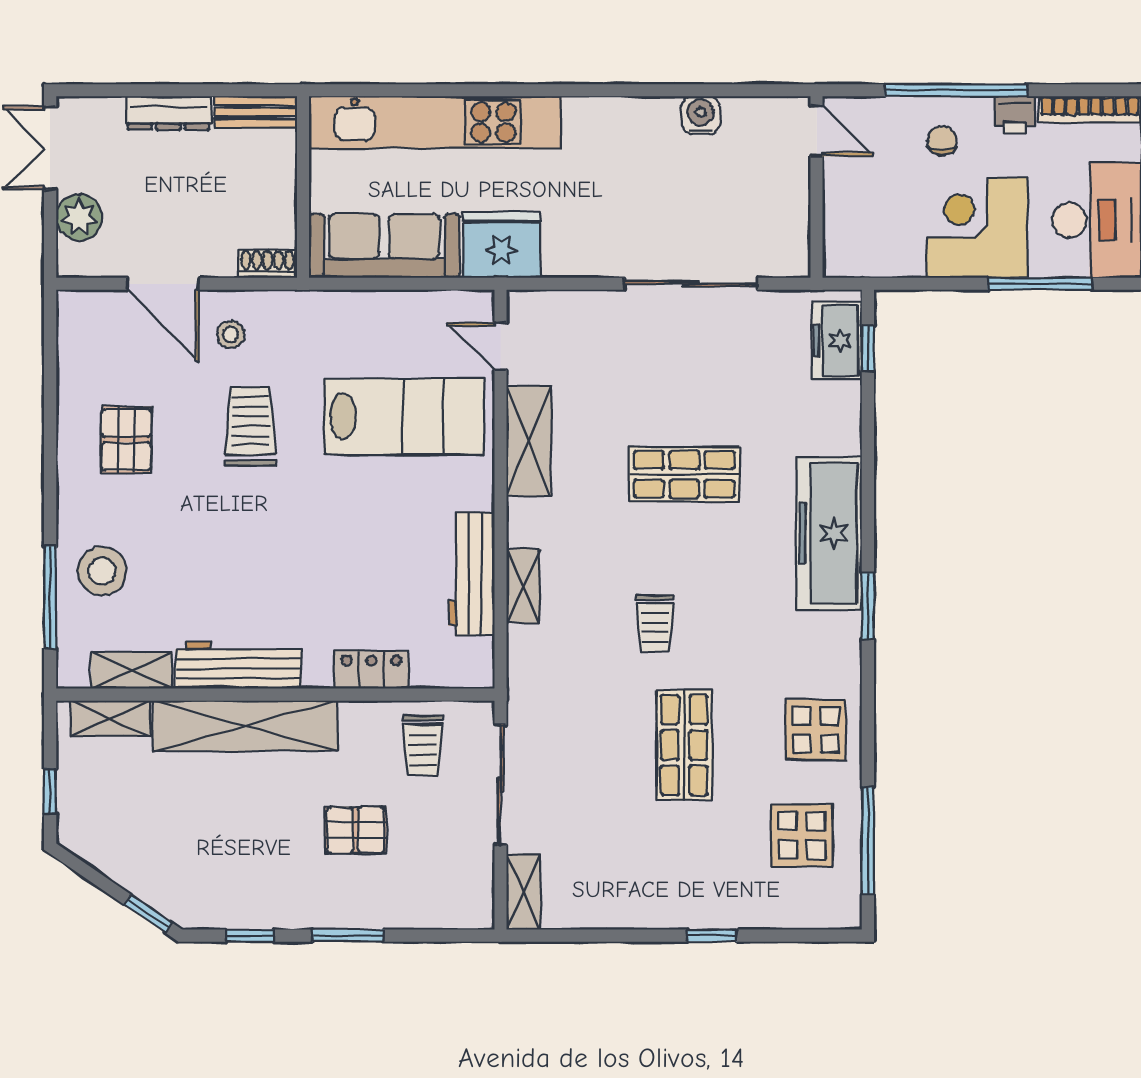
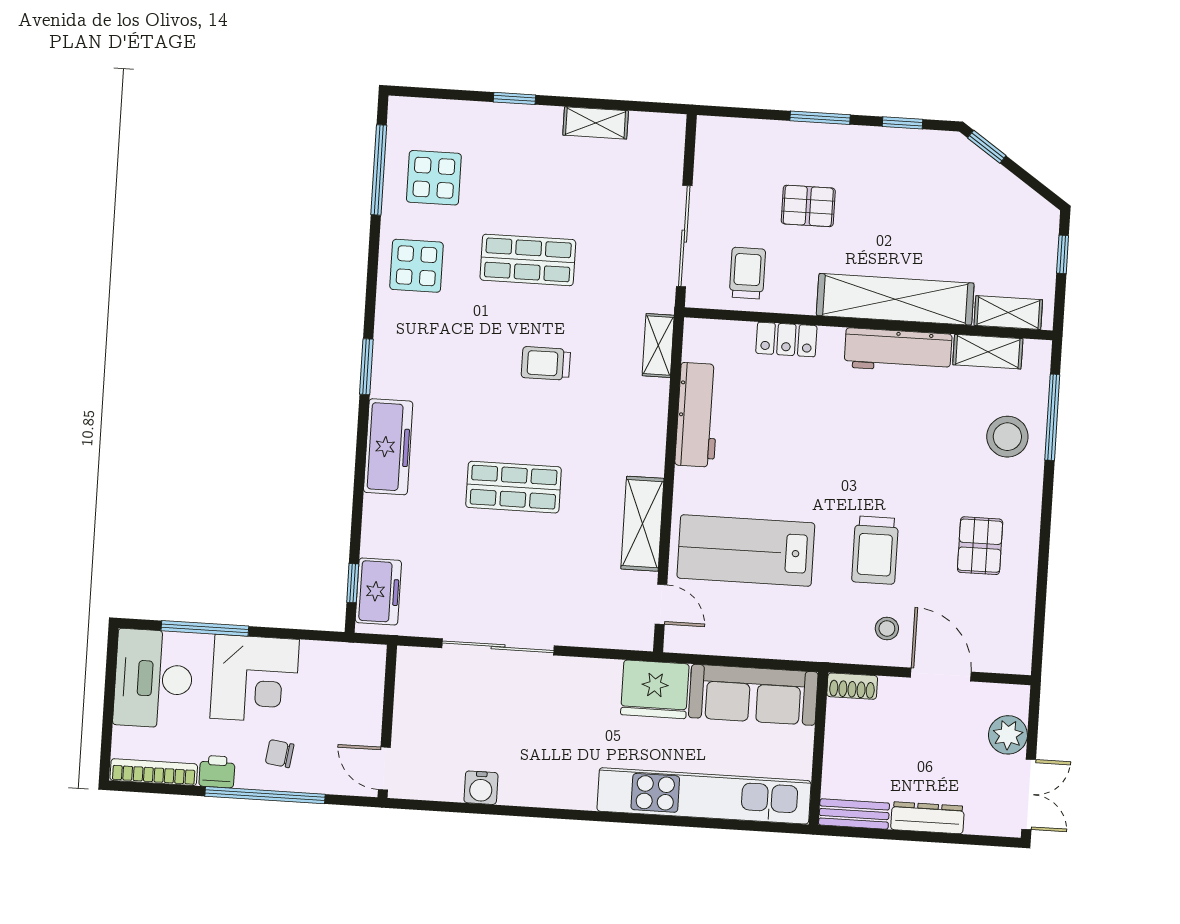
chair: (942, 141) -> (280, 754), turned 98
freezer: (829, 533) -> (388, 447), width x0.73, depth x0.79
shelving: (523, 586) -> (658, 345), moved
trolley: (655, 624) -> (546, 363), turned -90
shop shelf: (684, 745) -> (528, 260), turned 90
shelving: (523, 892) -> (596, 123), moved, turned 90

